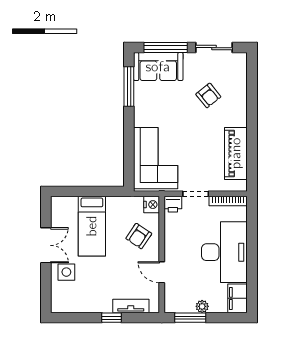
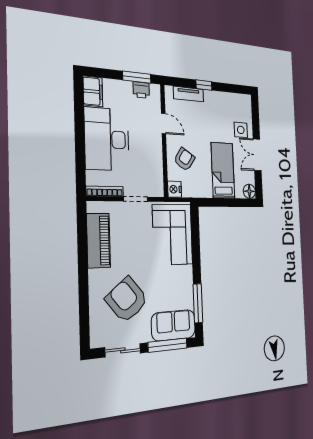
armchair: (208, 95) -> (127, 300), width x1.88, depth x1.88
floor lamp: (59, 204) -> (249, 191), added
printer: (173, 204) -> (141, 90), moved, turned 180
plant: (202, 306) -> (126, 87), removed

